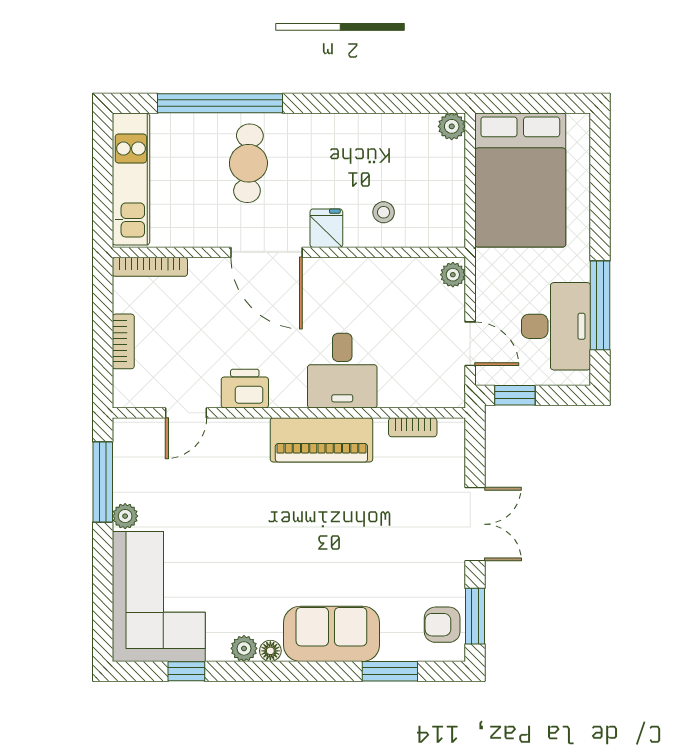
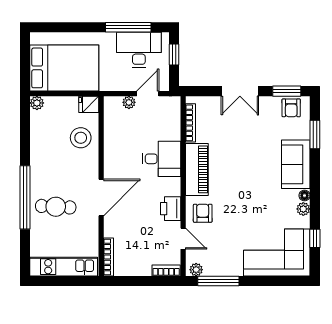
window: (220, 103) -> (25, 197), moved
stool: (384, 212) -> (81, 138), width x1.89, depth x1.89
fridge: (326, 228) -> (89, 104), moved
plant: (453, 275) -> (129, 102), moved
bookcase: (123, 341) -> (166, 271), moved
window: (515, 395) -> (174, 55), moved
bookcase: (413, 427) -> (190, 123), width x1.56
armchair: (236, 451) -> (203, 213), added
plant: (125, 516) -> (196, 270), moved
double door: (475, 524) -> (240, 91), swing flipped

